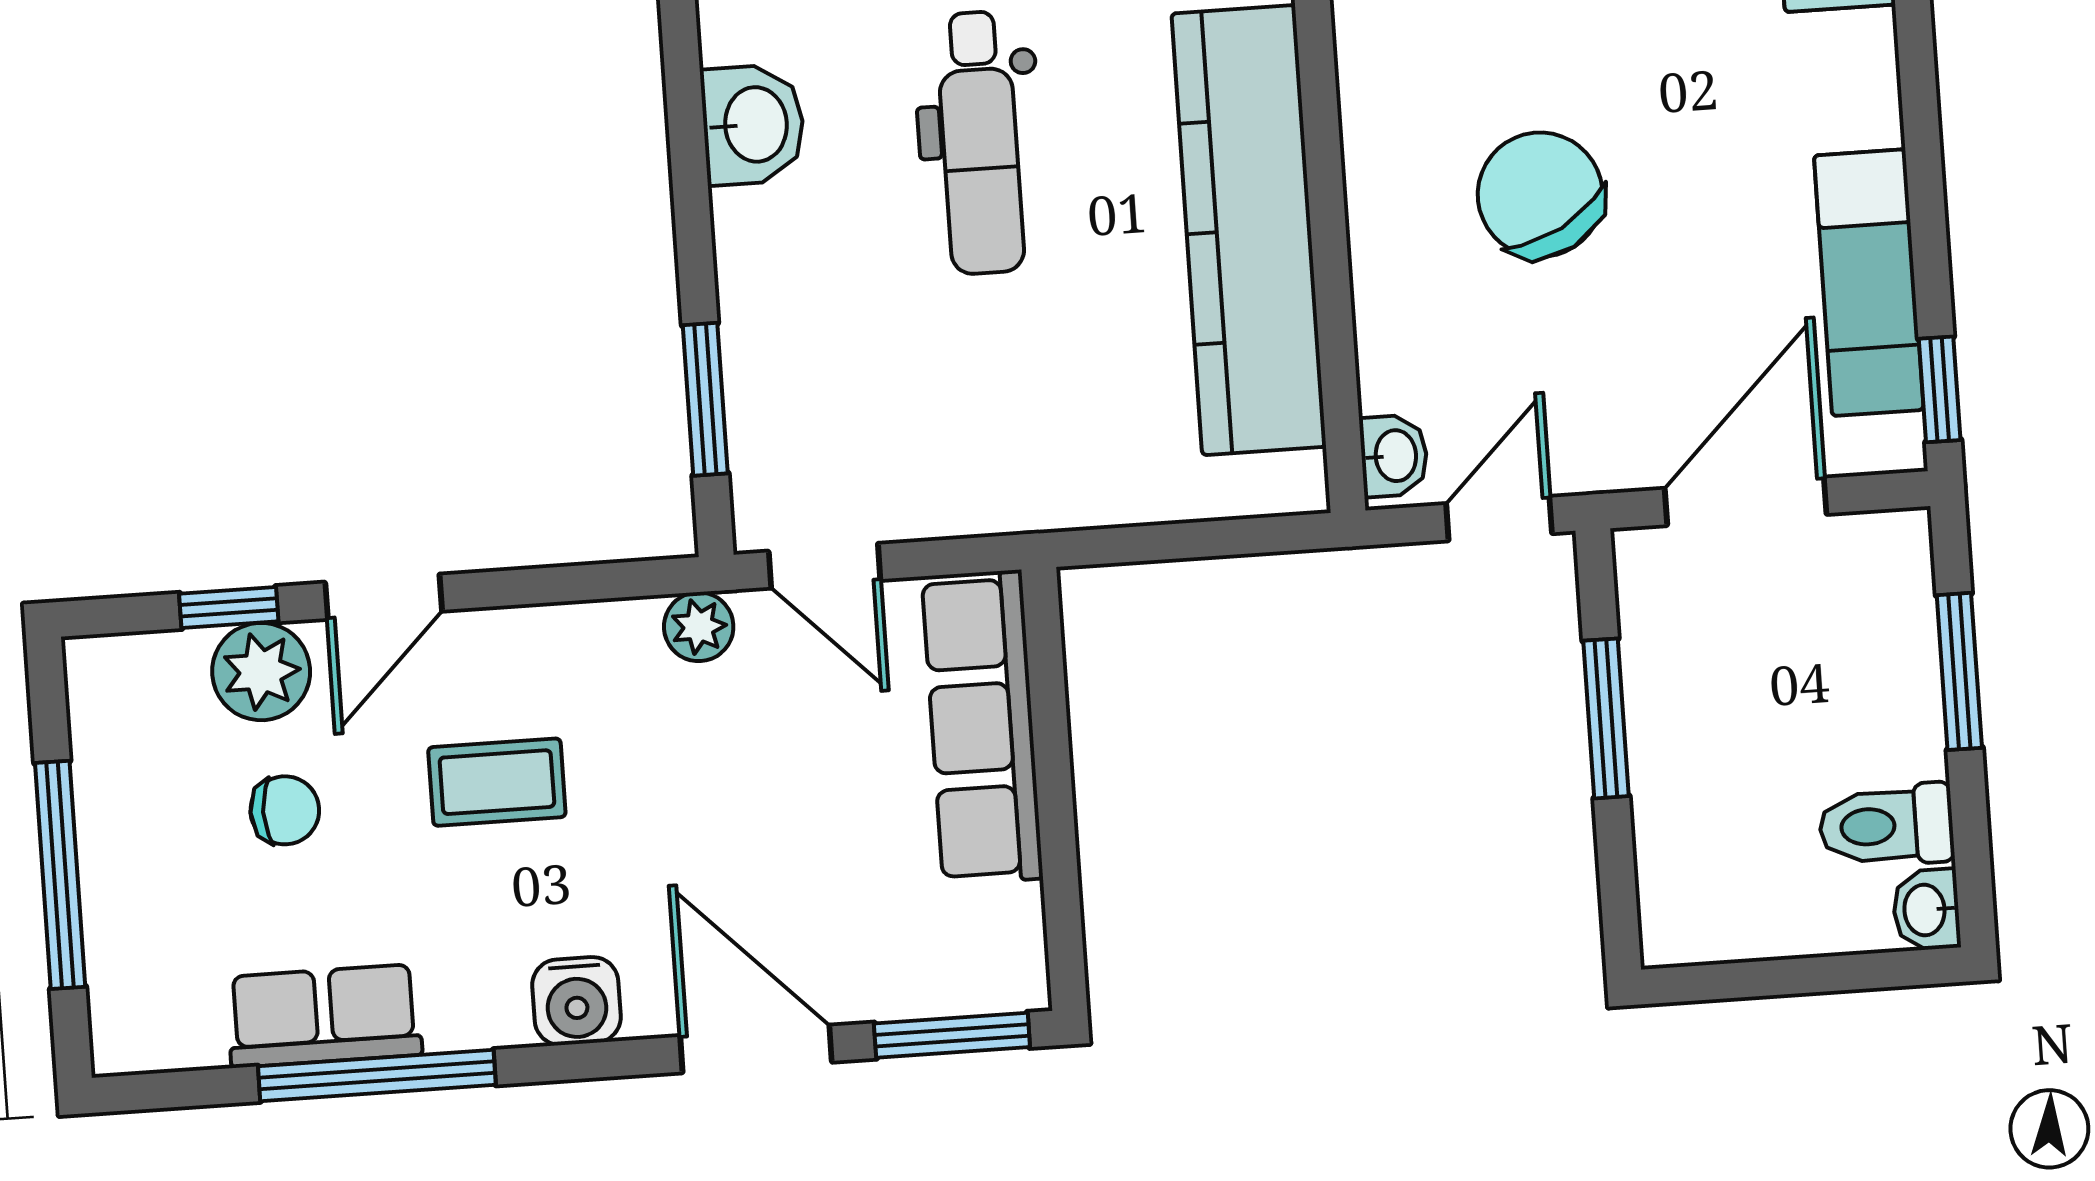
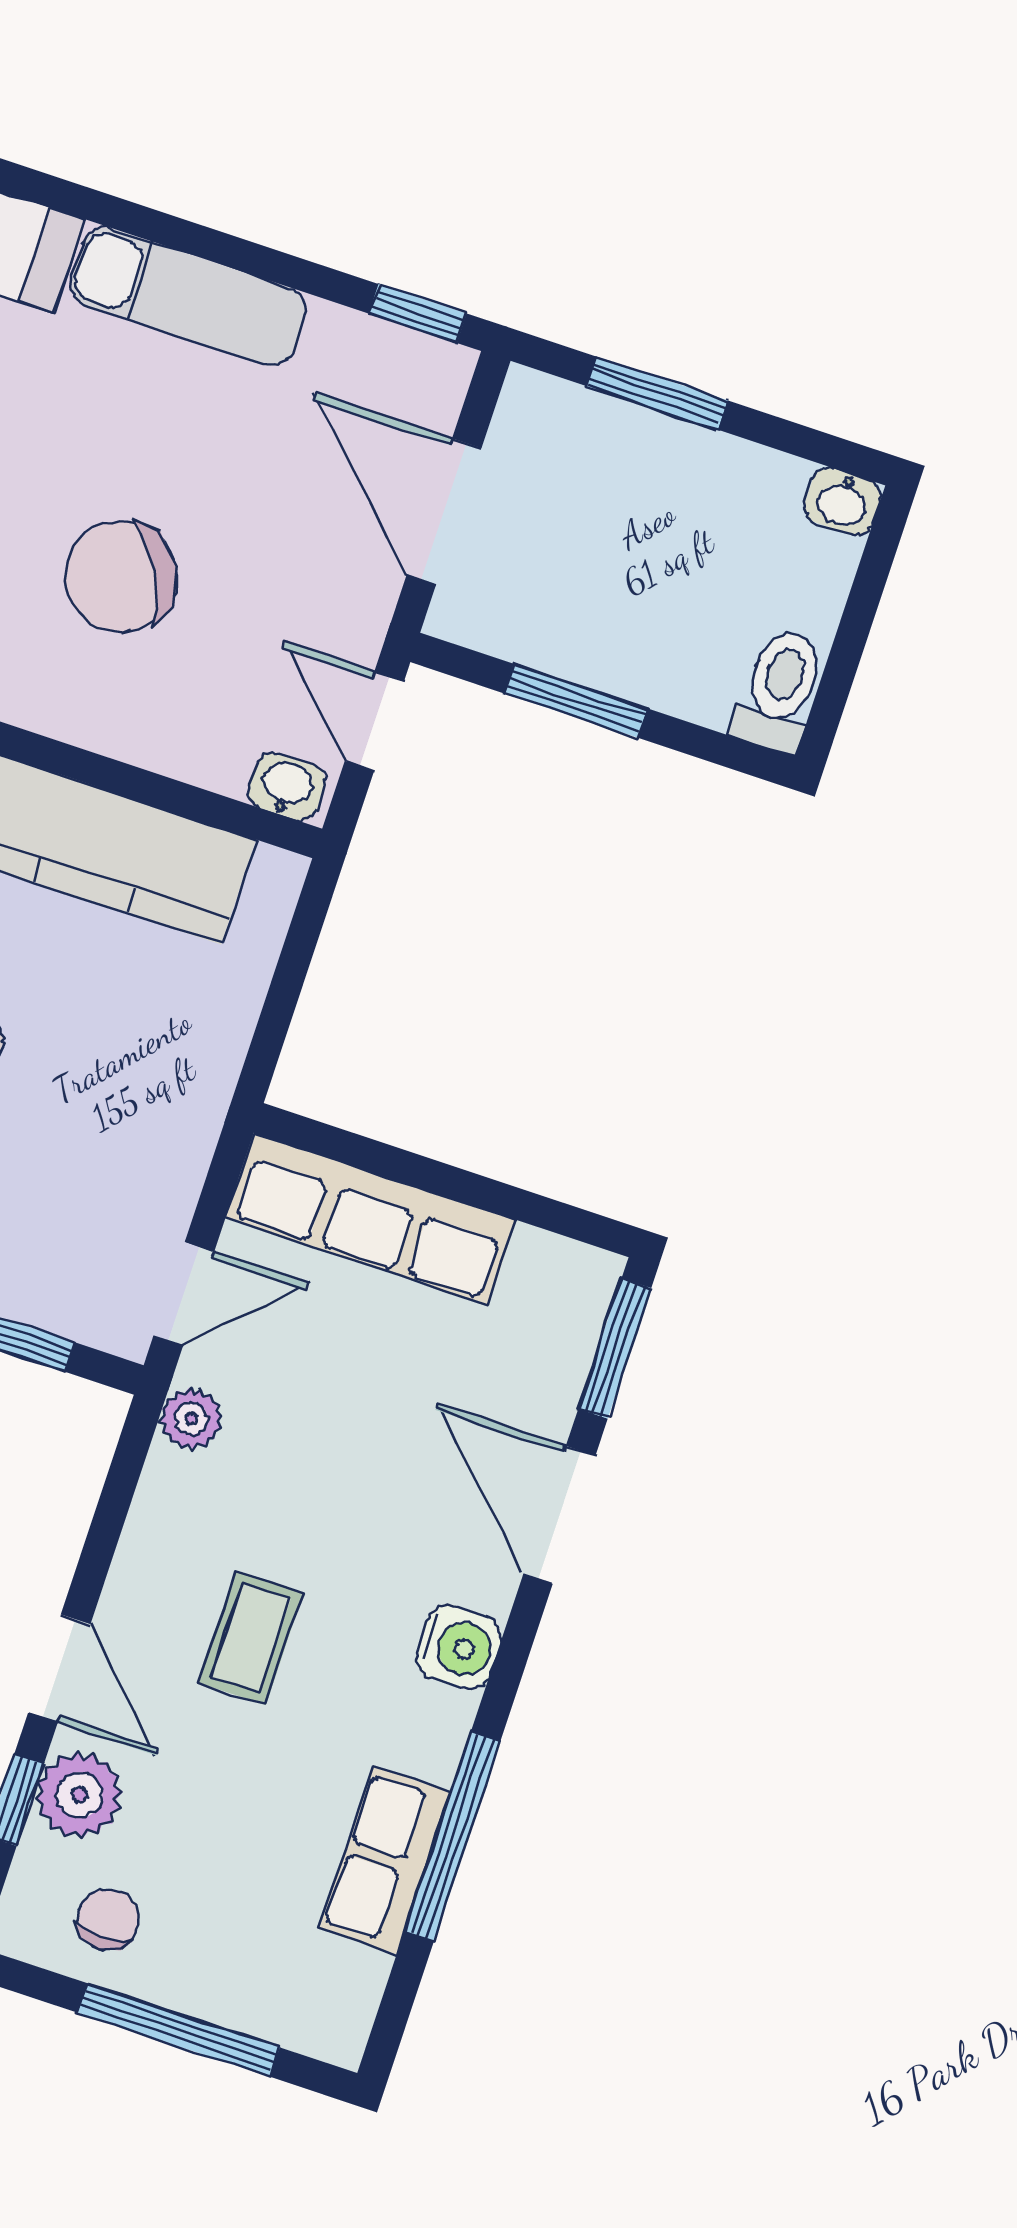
exam couch: (1869, 283) -> (189, 297), moved
chair: (285, 810) -> (108, 1920), moved
toilet: (1886, 826) -> (780, 690), moved, turned 180
door: (756, 1049) -> (559, 1515), hinge flipped

